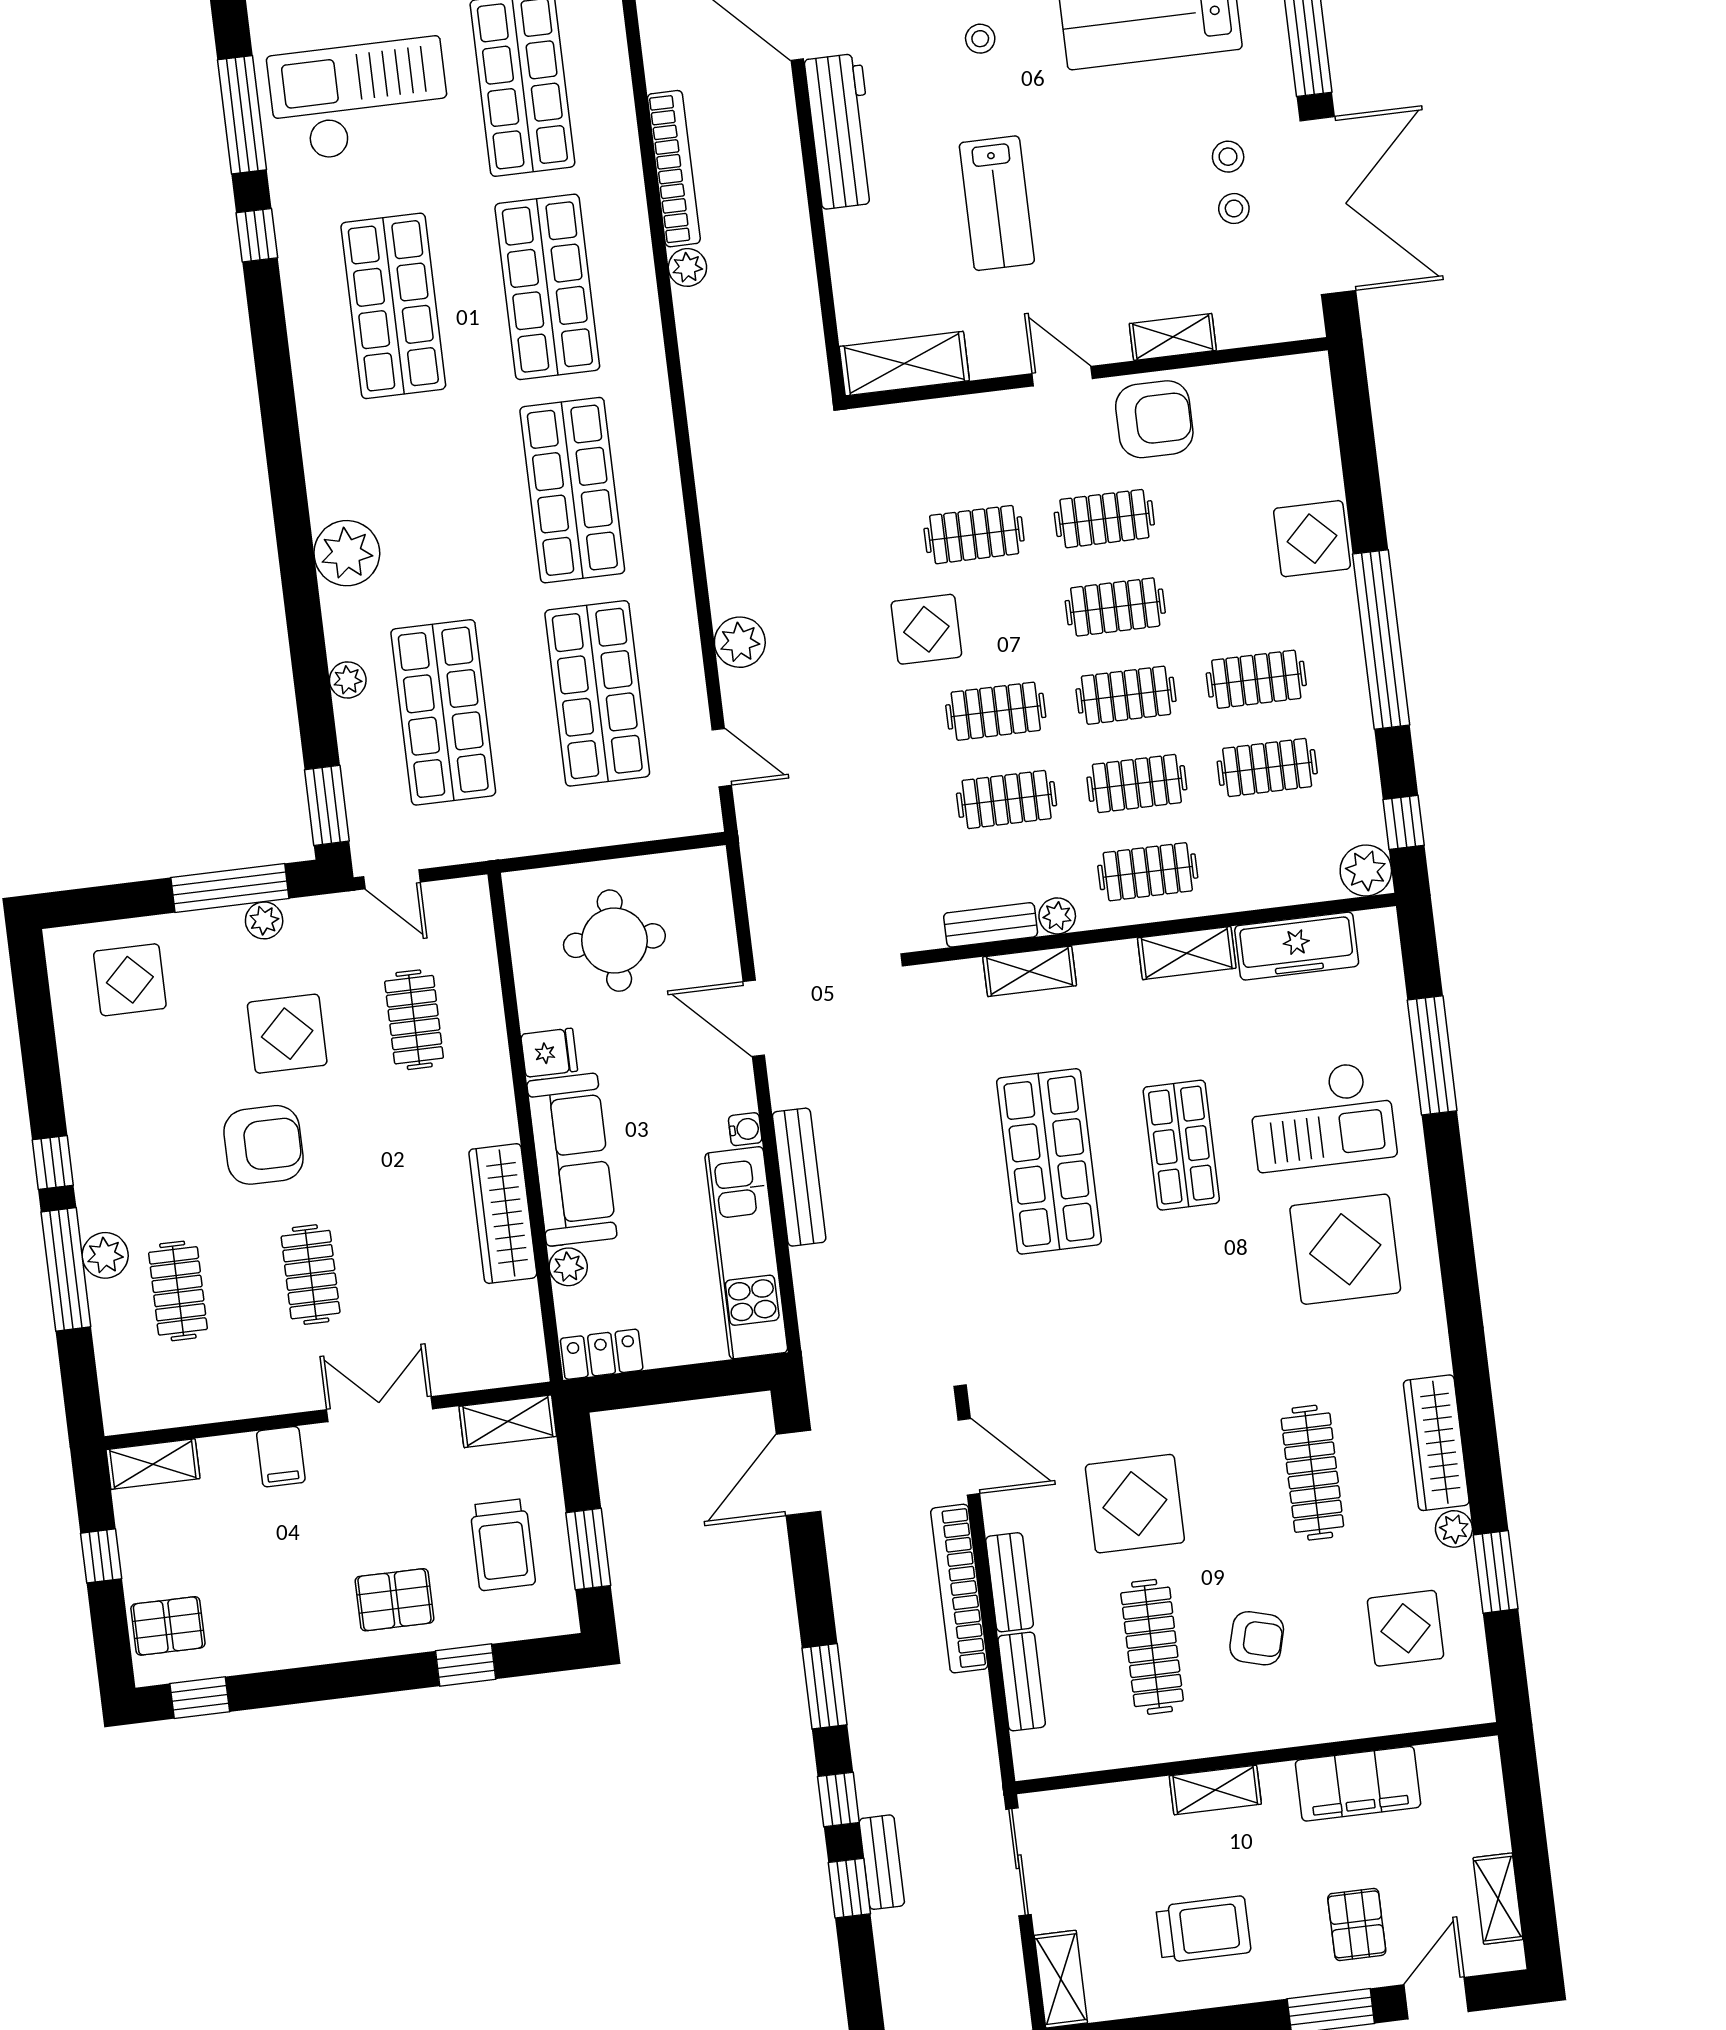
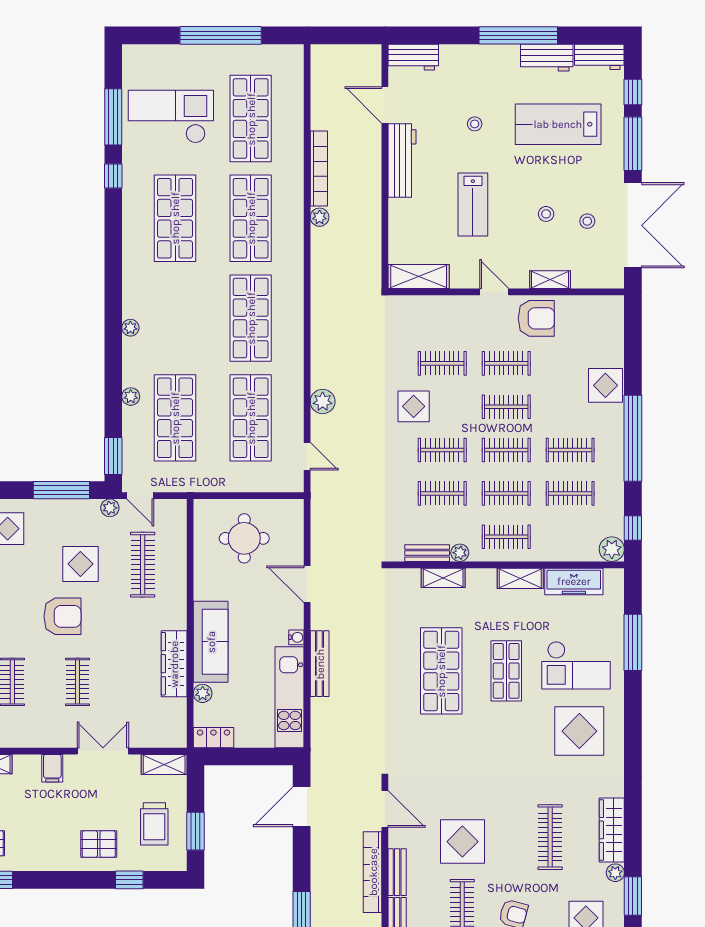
stool: (1228, 157) -> (546, 214), moved
plant: (347, 553) -> (130, 328), width x0.53, depth x0.53
plant: (264, 920) -> (110, 508), moved
clothes rail: (414, 1020) -> (143, 565), width x1.36
fridge: (549, 1053) -> (206, 589), removed

